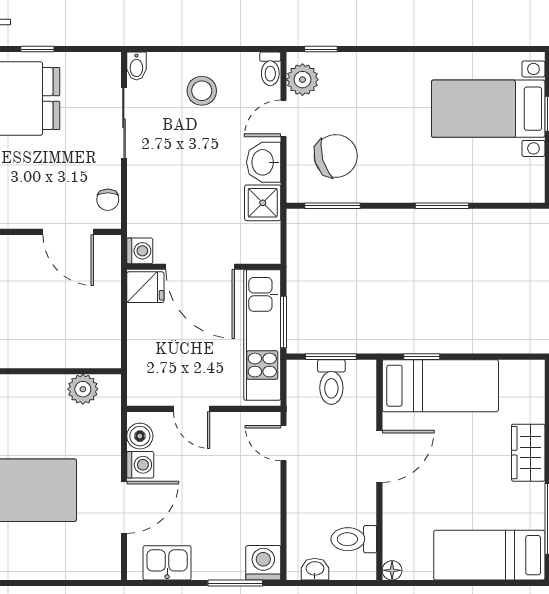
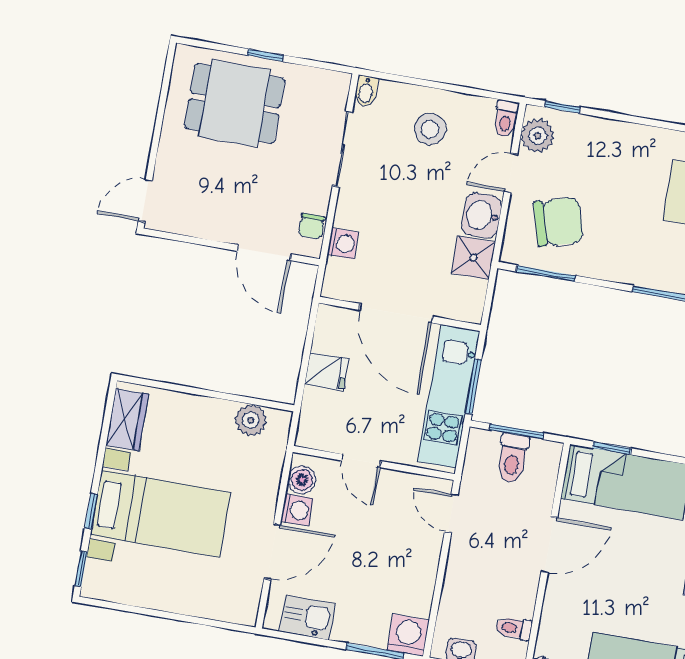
washing machine: (140, 251) -> (343, 243), moved
fridge: (145, 287) -> (327, 372), moved
toilet: (354, 539) -> (514, 628), width x0.73, depth x0.72

